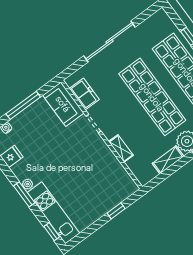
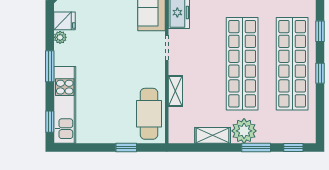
cafe table: (115, 177) -> (149, 114), added
plant: (27, 184) -> (60, 37), moved

